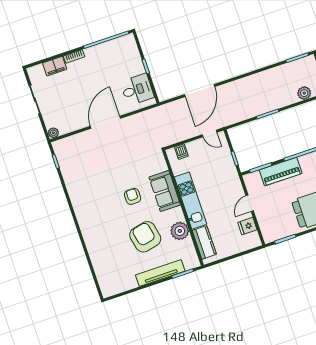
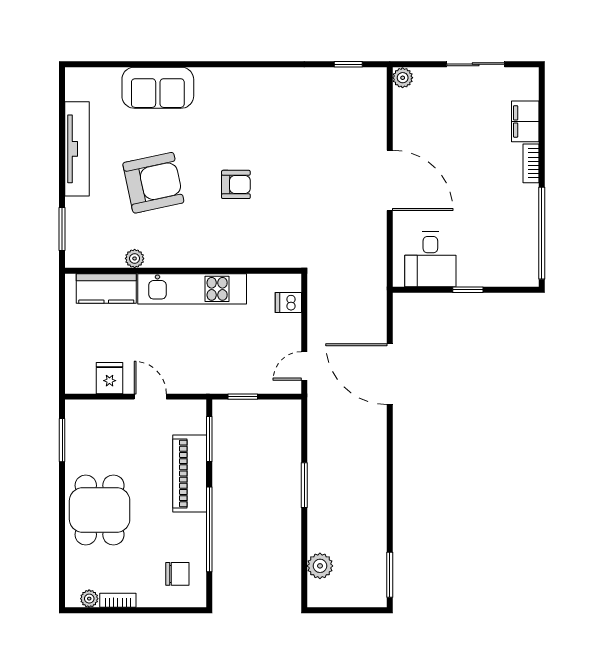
sofa: (165, 191) -> (158, 88), moved, turned 180
plant: (180, 231) -> (135, 258), width x0.53, depth x0.53
tv unit: (160, 273) -> (77, 149), moved

